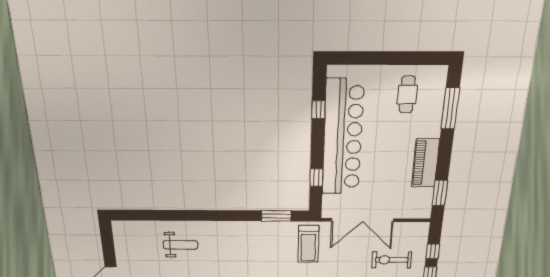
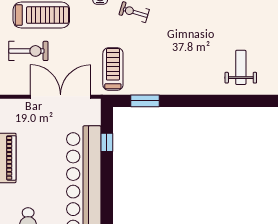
window: (318, 110) -> (107, 210), removed
weight bench: (180, 245) -> (241, 67), turned 90

